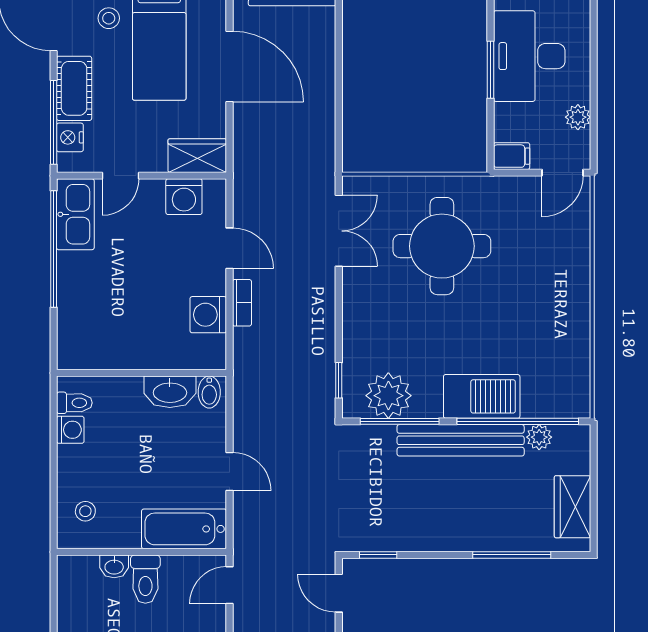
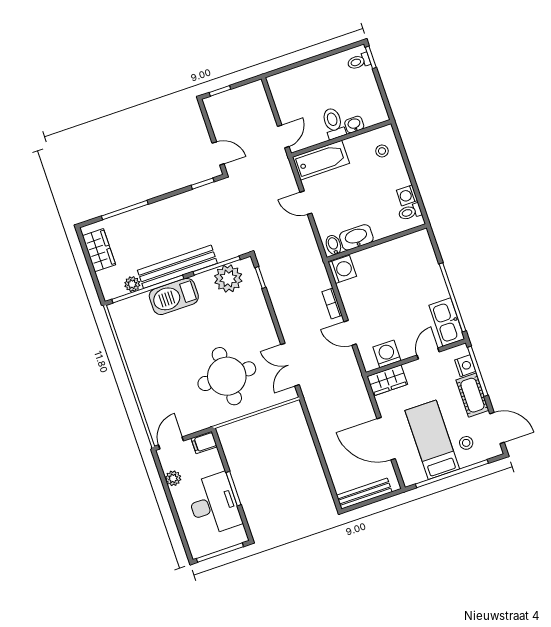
washing machine: (208, 315) -> (342, 269), moved

